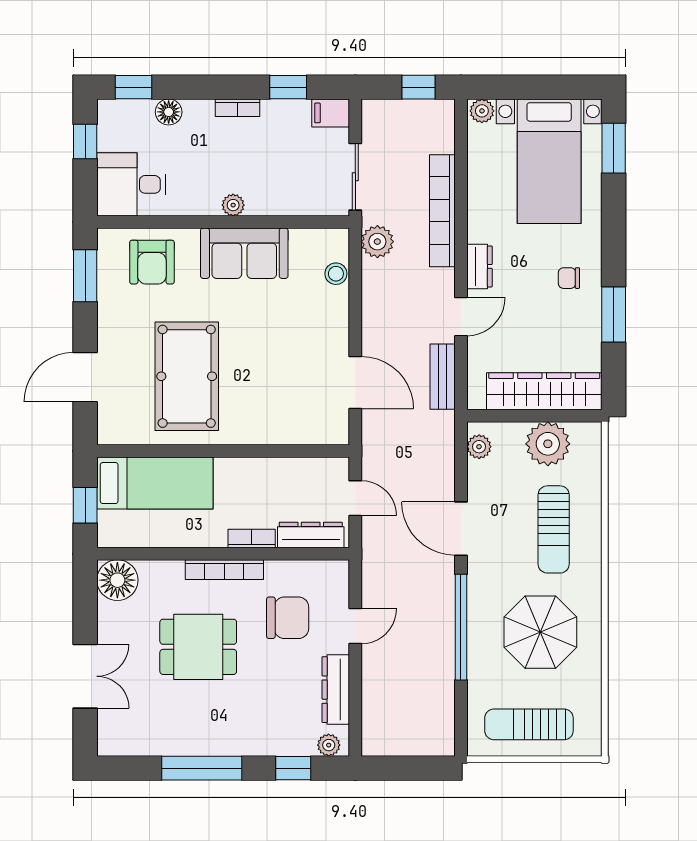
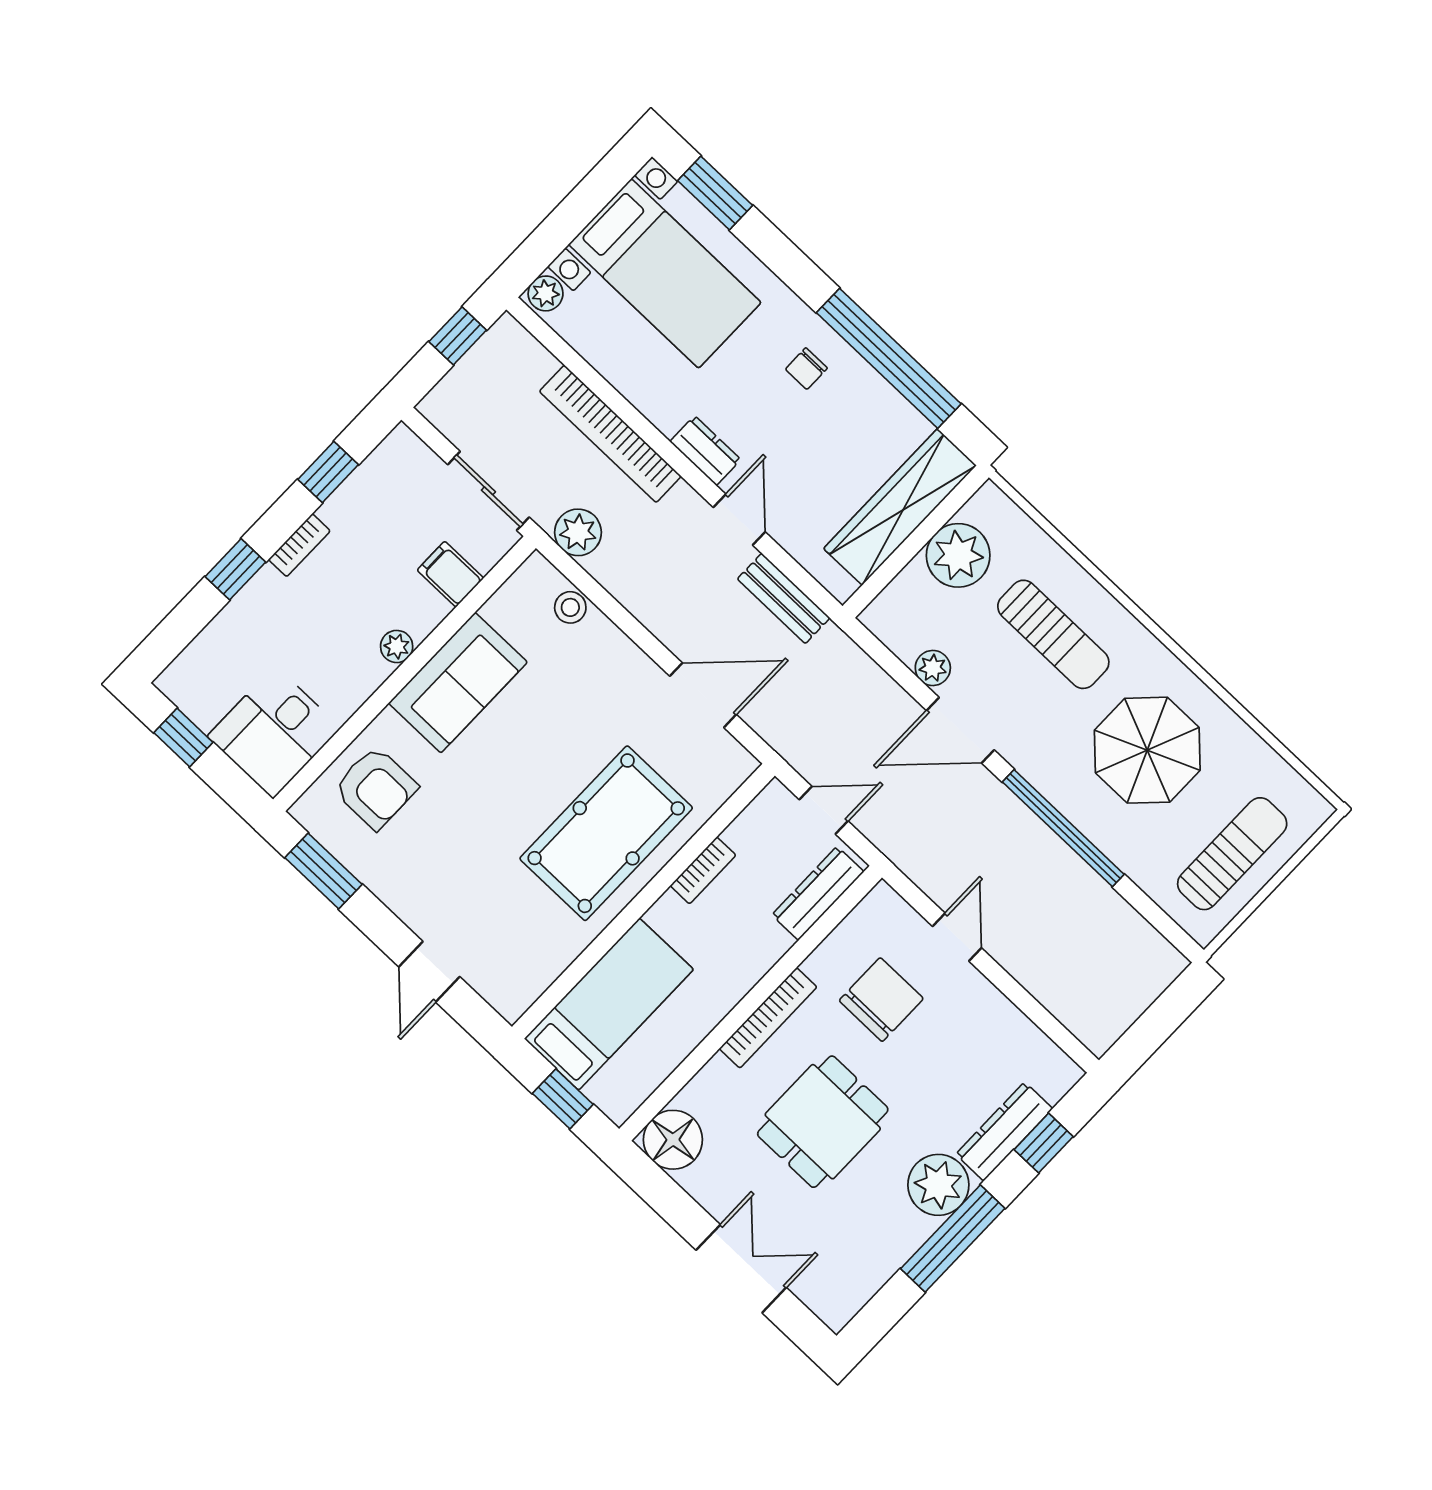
window: (133, 87) -> (235, 569), moved
floor lamp: (169, 112) -> (235, 621), removed
filing cabinet: (331, 113) -> (450, 574), moved, turned 90
window: (614, 314) -> (889, 358), width x2.11
pool table: (187, 376) -> (606, 833), moved, turned 90
door: (85, 377) -> (429, 972), width x0.73
plant: (479, 447) -> (933, 668), moved
bookcase: (252, 539) -> (703, 870), moved, turned 180
dresser: (336, 690) -> (1004, 1131), moved, turned 90
sun lounger: (529, 724) -> (1232, 854), turned 180
plant: (329, 745) -> (938, 1185), moved, width x1.88, depth x1.88

